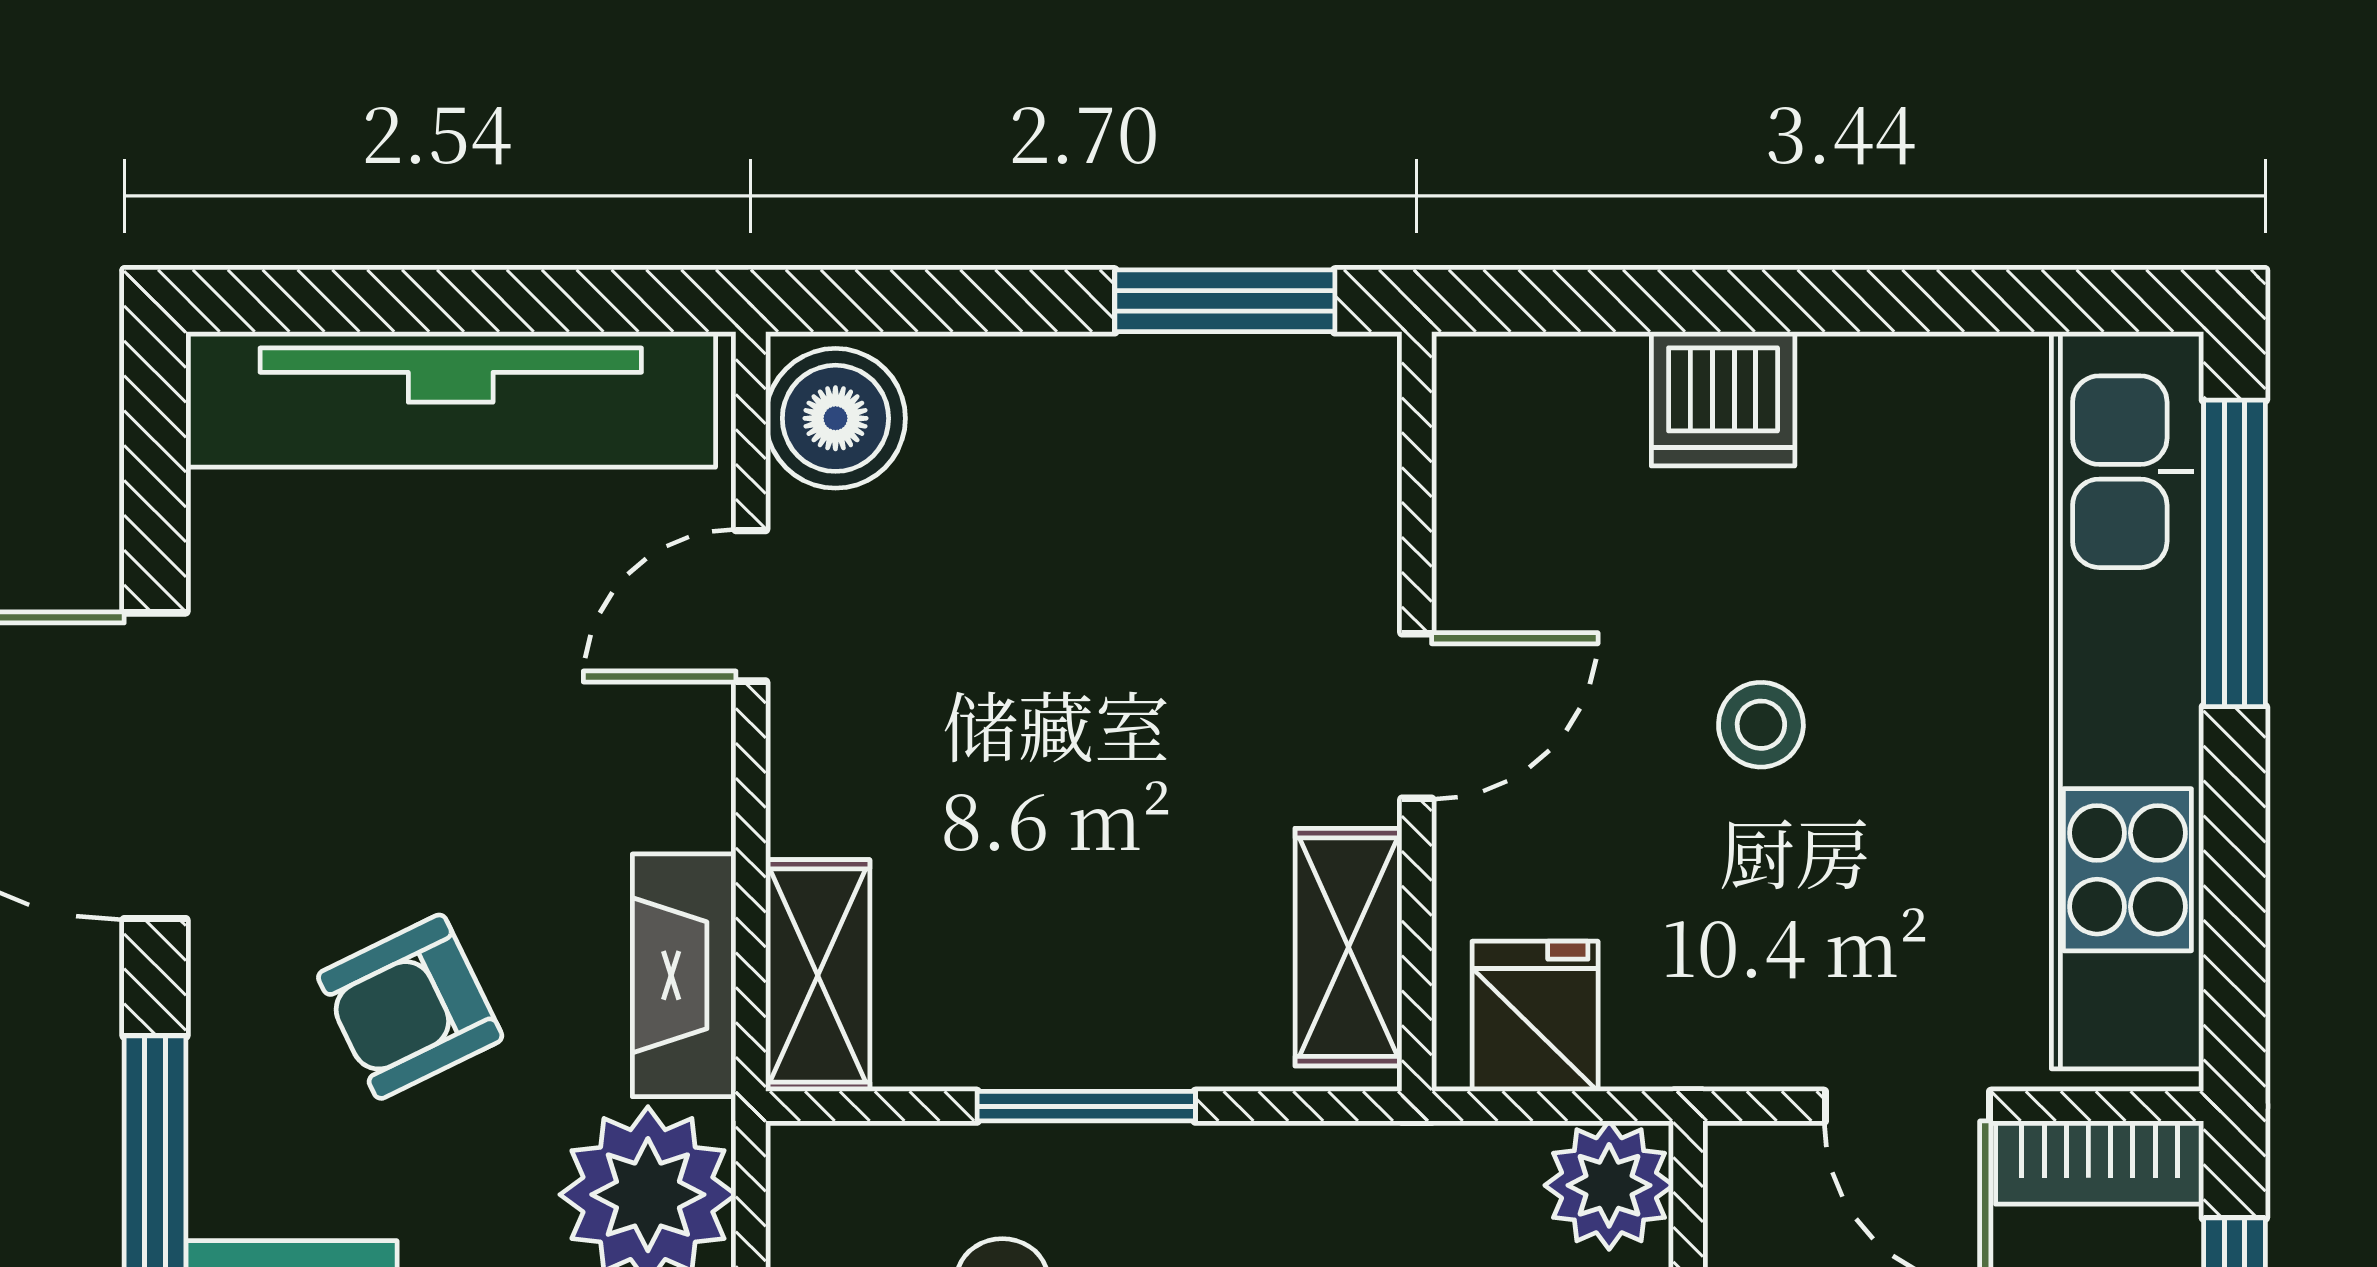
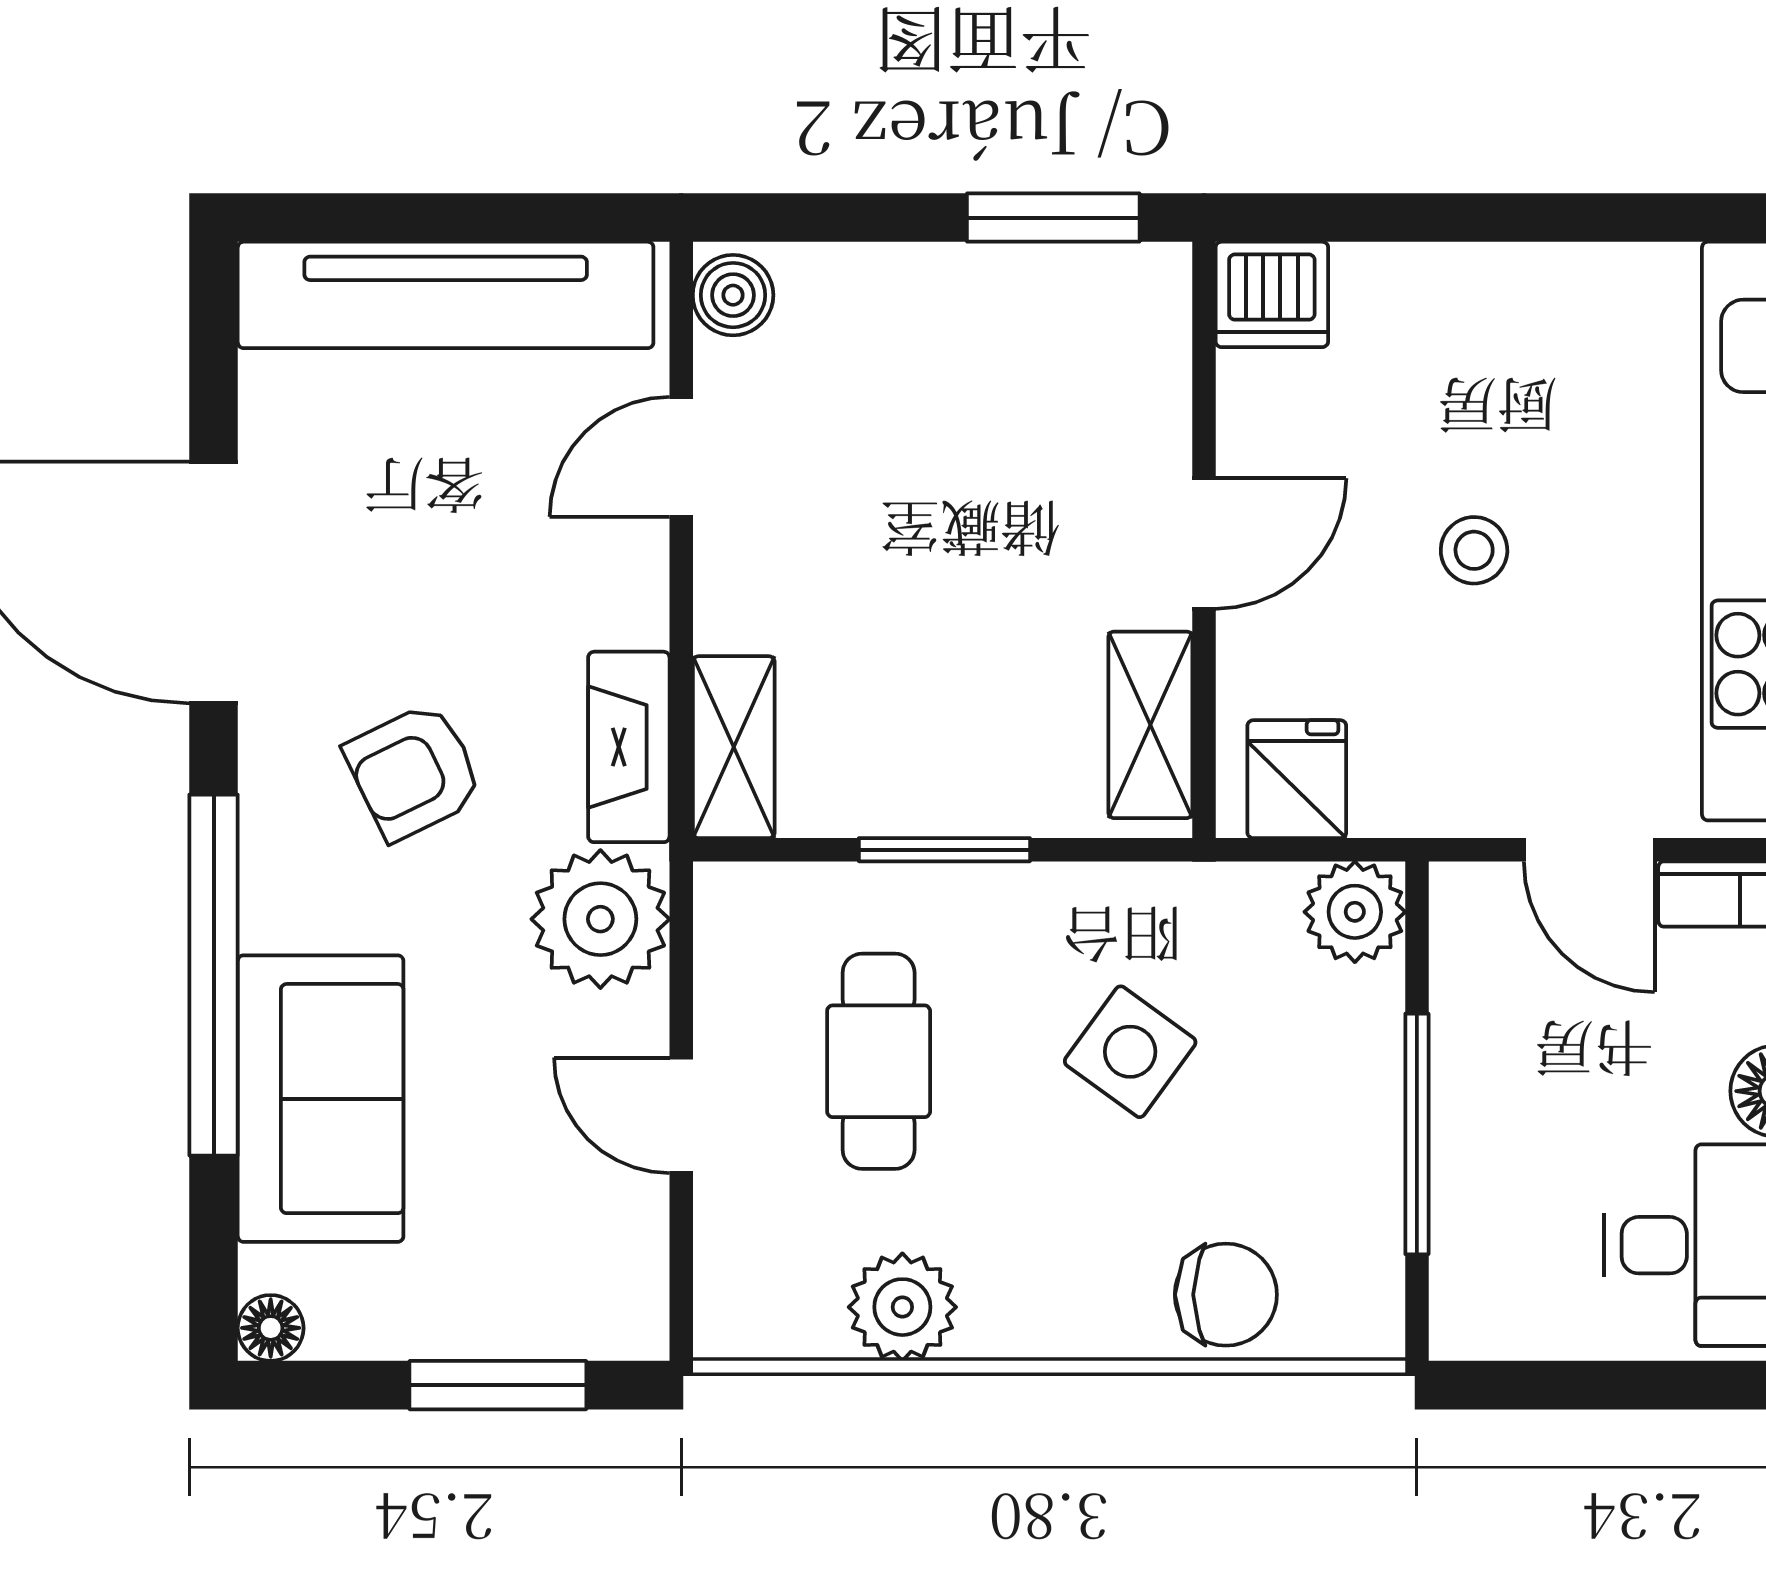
dishwasher: (1723, 399) -> (1272, 294), moved
boiler: (835, 418) -> (733, 295), width x0.73, depth x0.73

